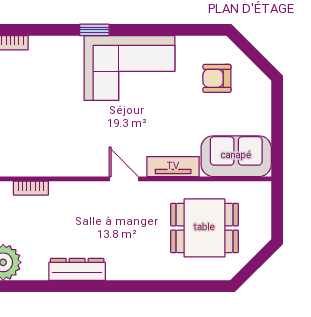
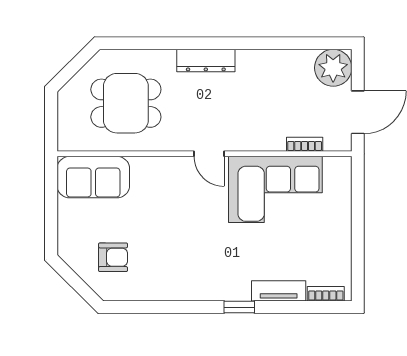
corner sofa: (129, 68) -> (275, 189), moved, turned 180
tv unit: (173, 167) -> (279, 291), moved, turned 180
dresser: (77, 269) -> (206, 61), moved

